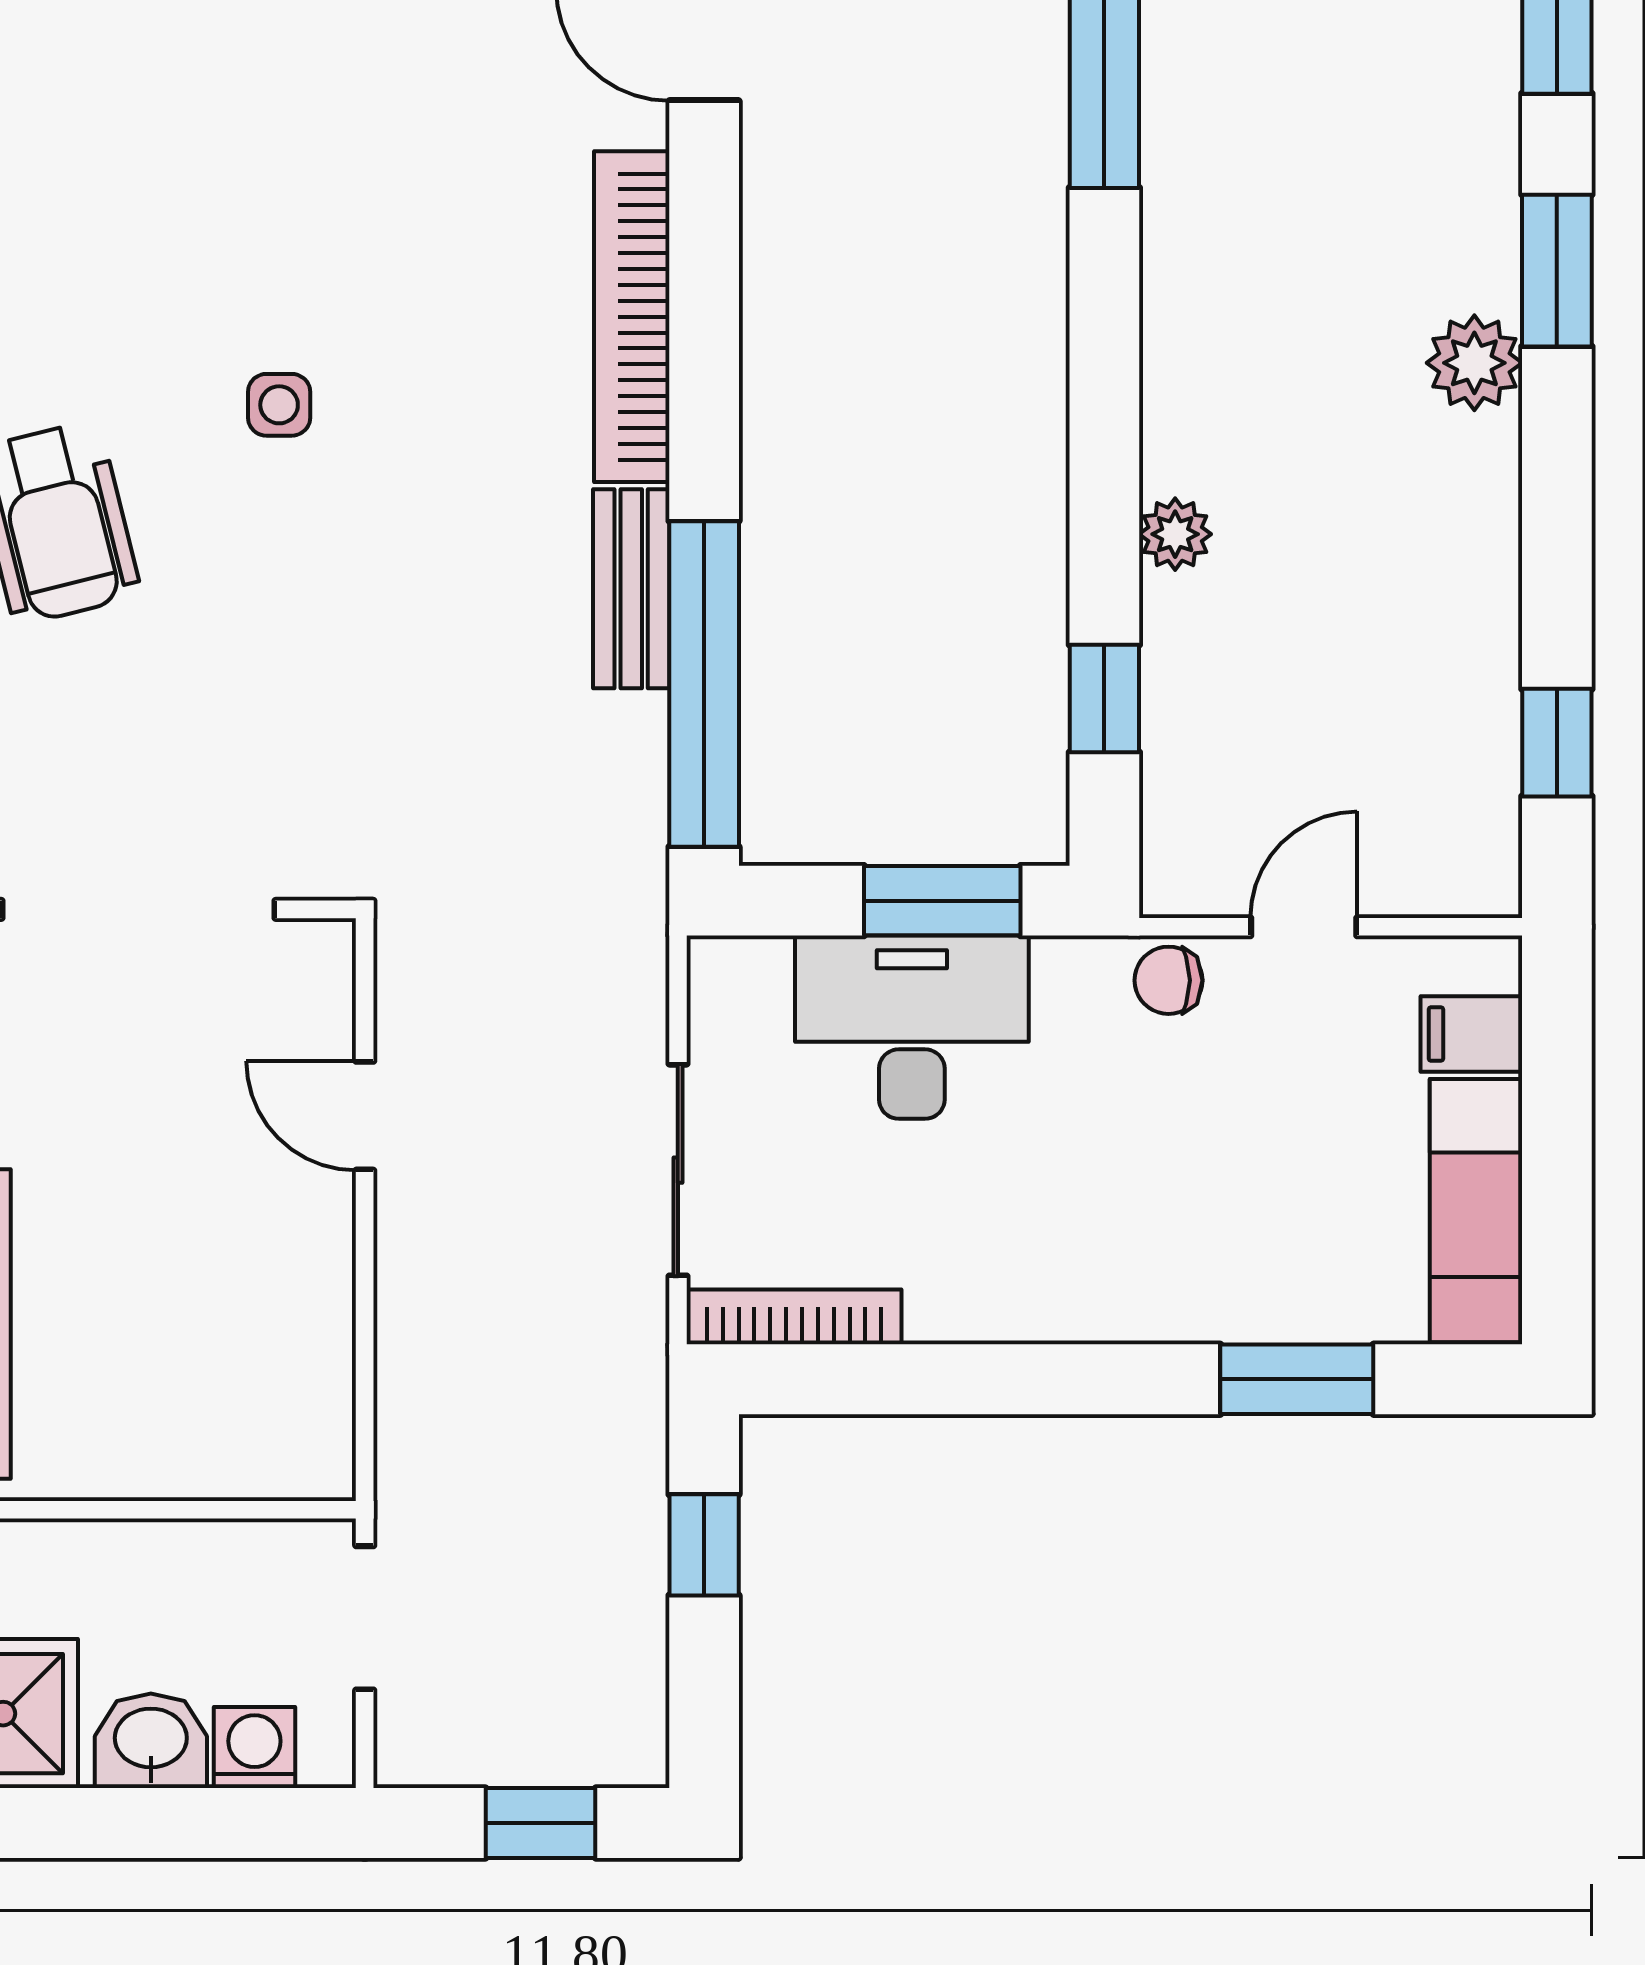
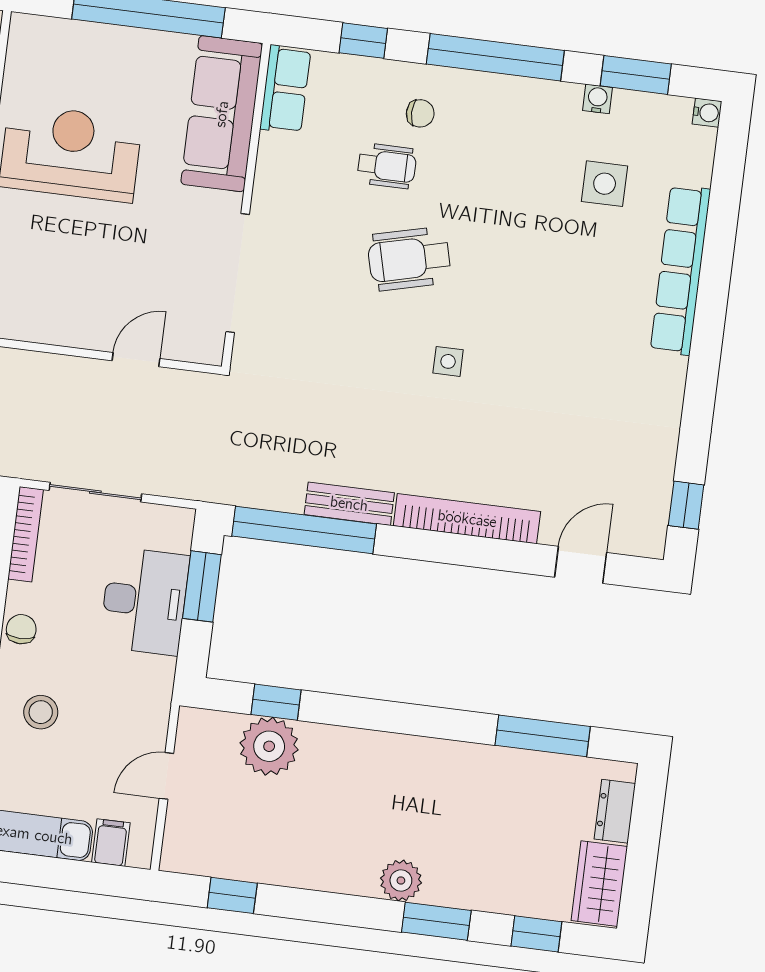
plant: (1175, 534) -> (269, 746), moved, width x1.88, depth x1.88
window: (942, 901) -> (202, 586), moved
door: (1304, 927) -> (166, 776), swing flipped
chair: (1168, 980) -> (21, 629), moved
stool: (1195, 1231) -> (41, 712), added

